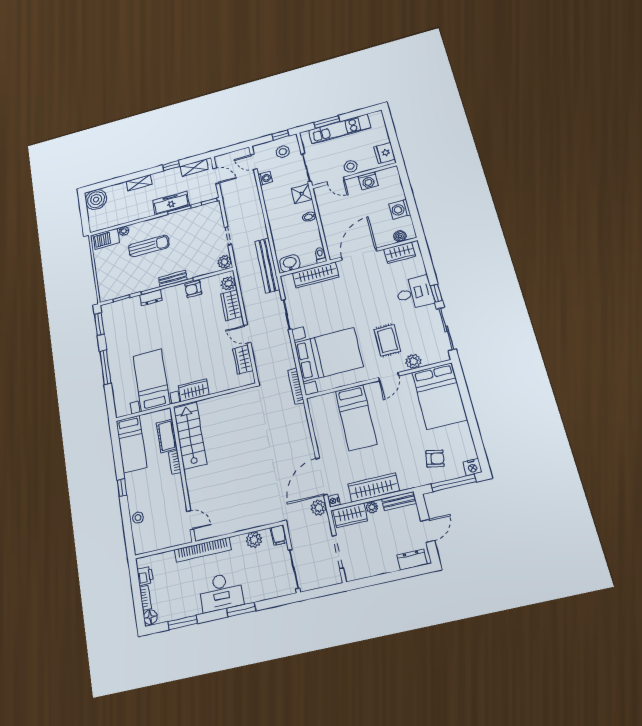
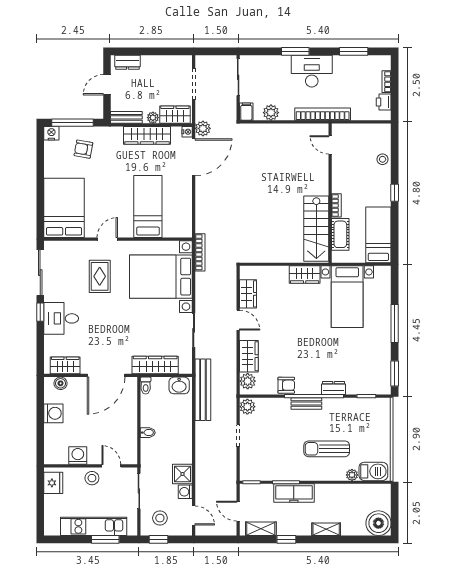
shower: (302, 194) -> (182, 474), moved
plant: (413, 361) -> (80, 248), removed
floor lamp: (150, 617) -> (384, 63), removed

